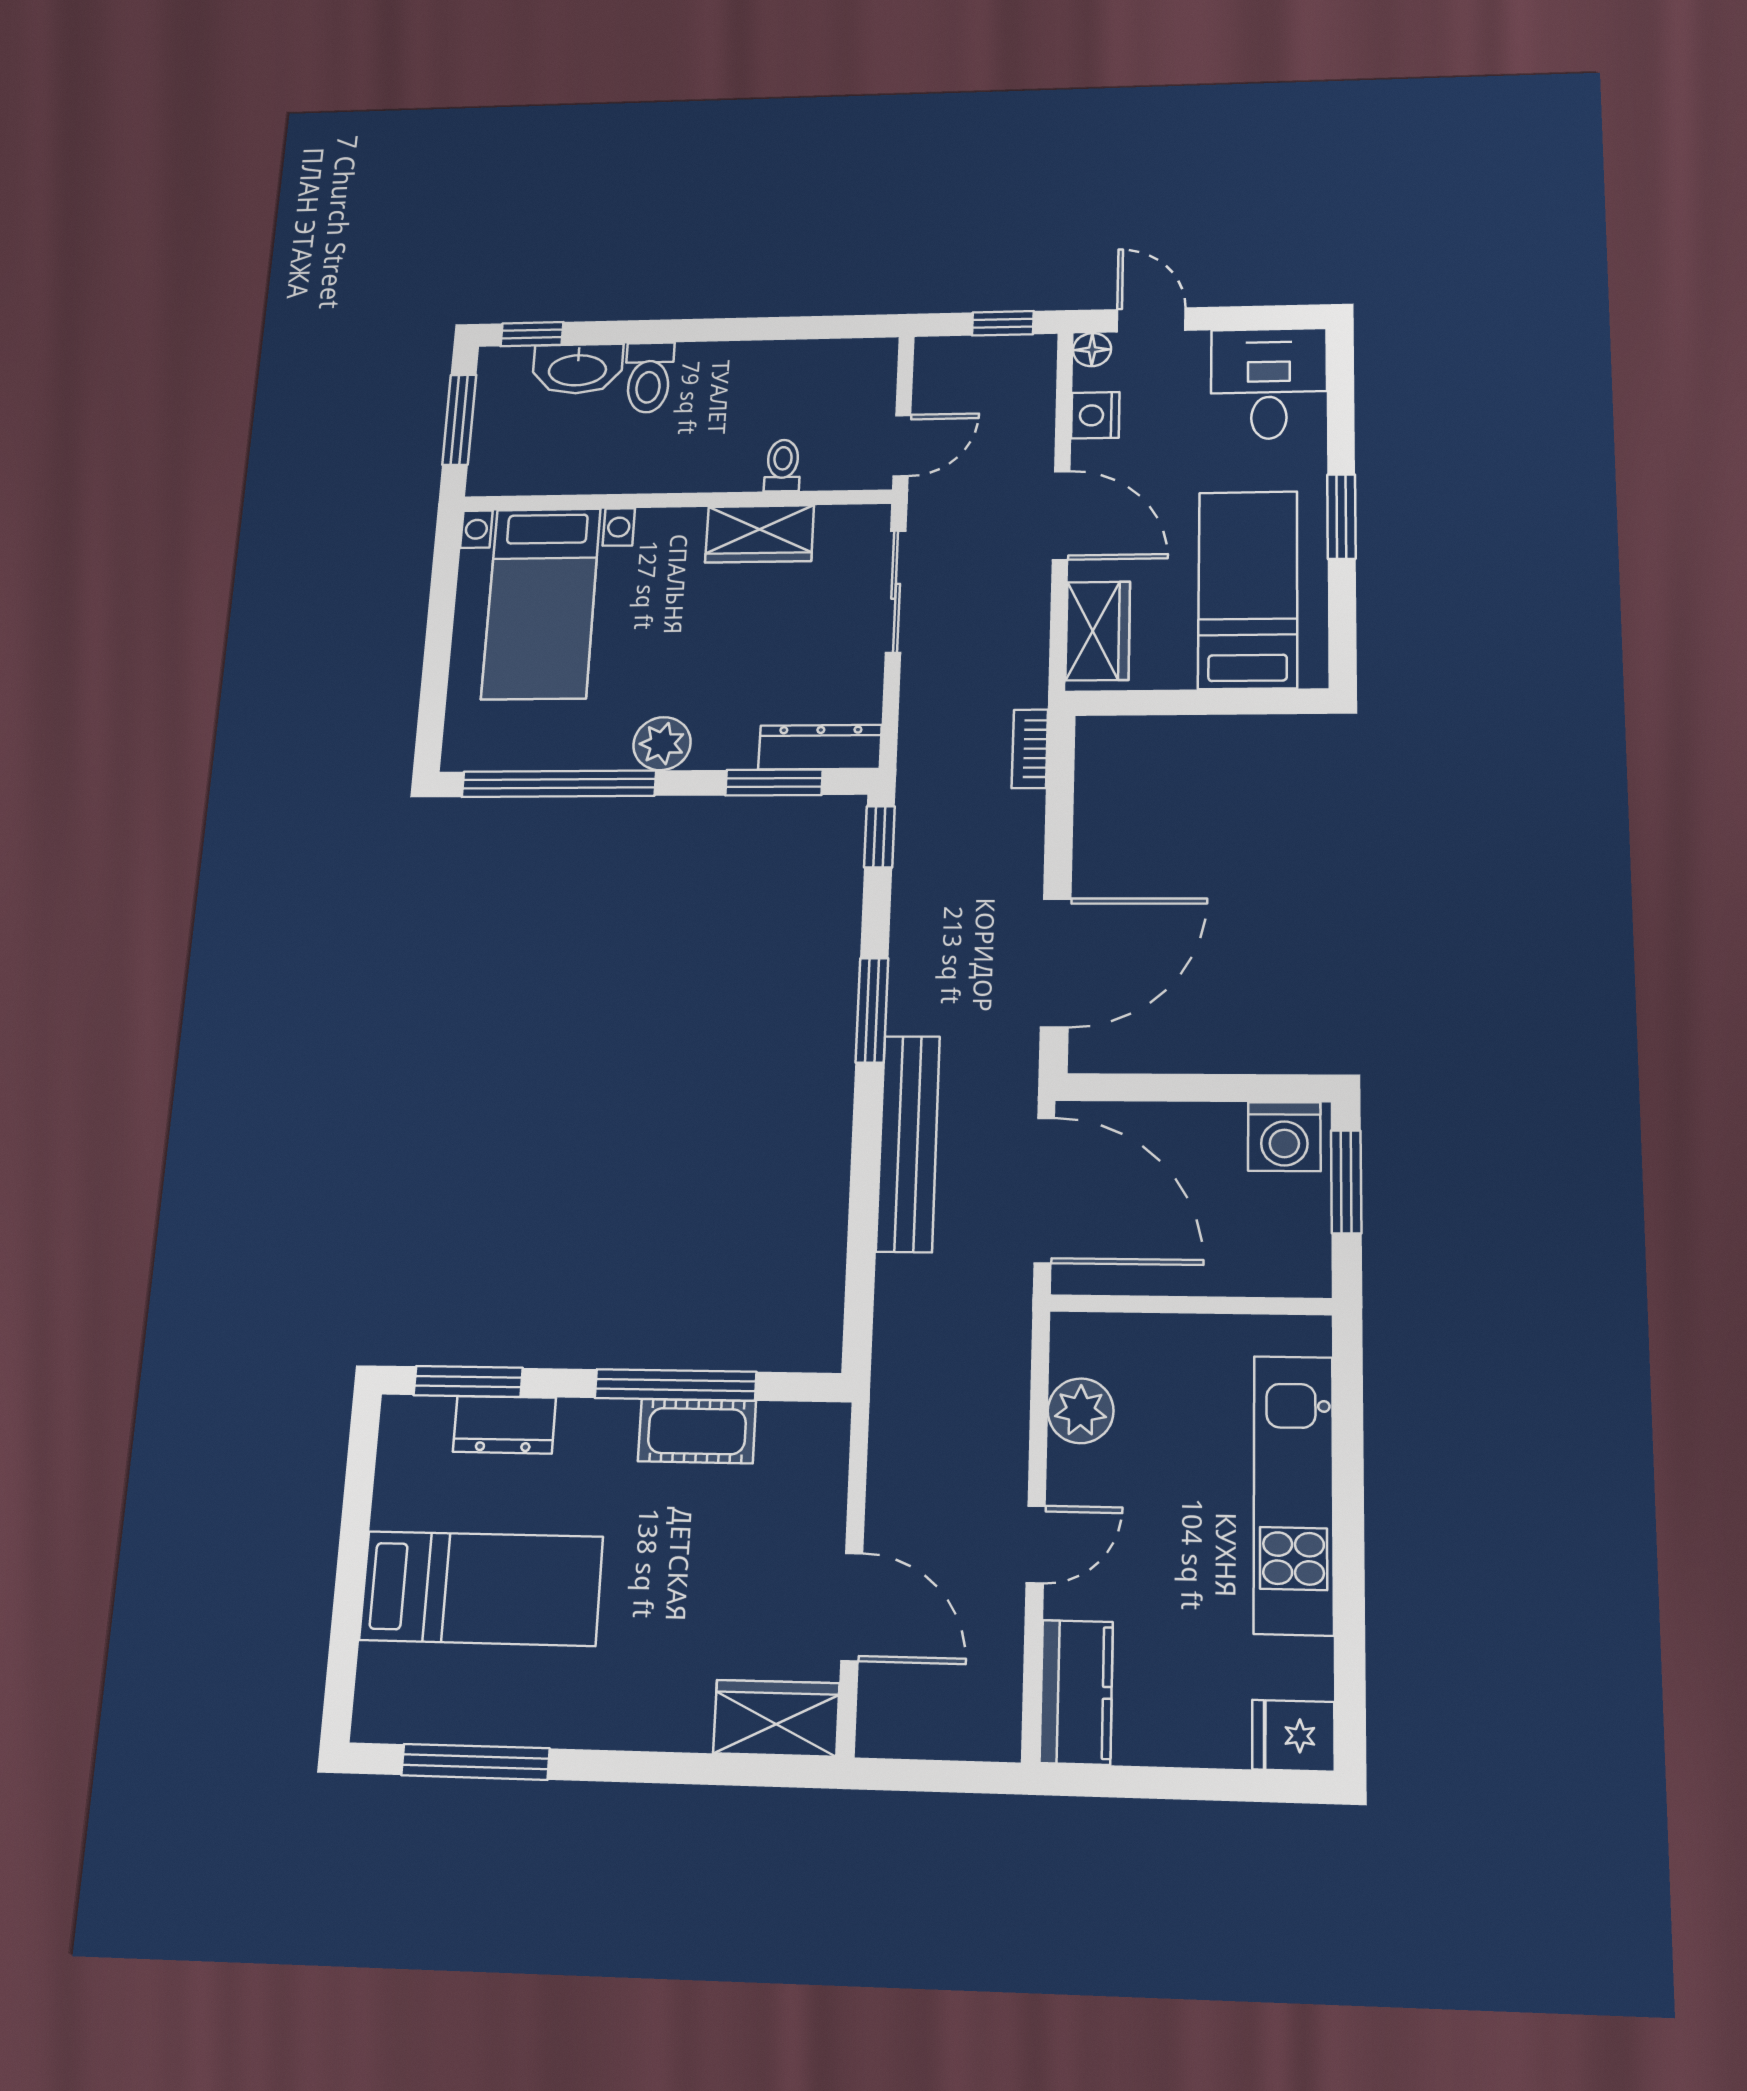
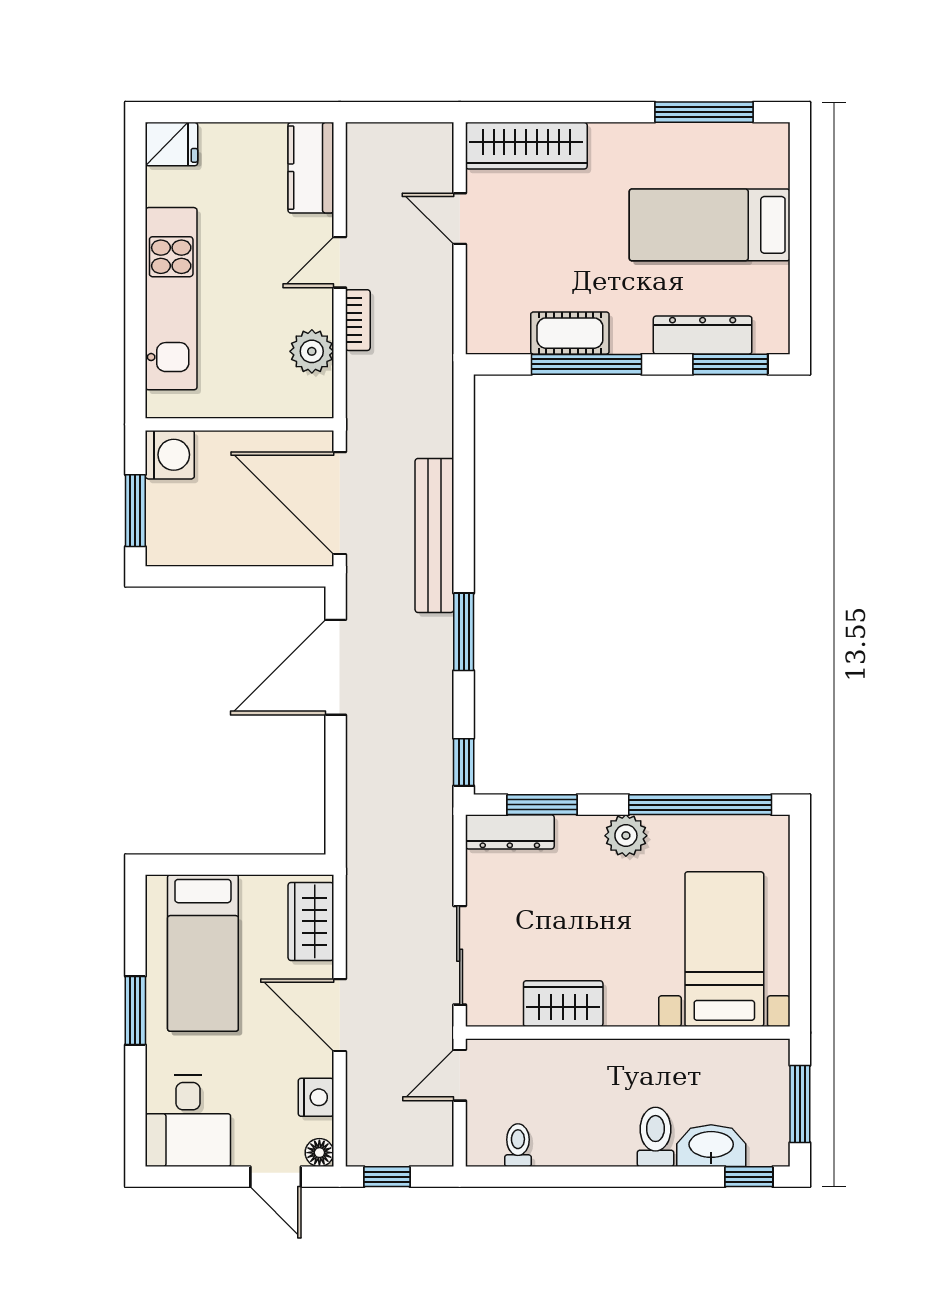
toilet: (783, 465) -> (518, 1145), moved, turned 180
bookcase: (1030, 749) -> (358, 320), moved
washing machine: (1284, 1137) -> (170, 455), moved, turned 90
dresser: (504, 1425) -> (703, 335), width x1.44
door: (852, 1607) -> (460, 219), width x0.73
wardrobe: (776, 1718) -> (526, 146), width x1.50

